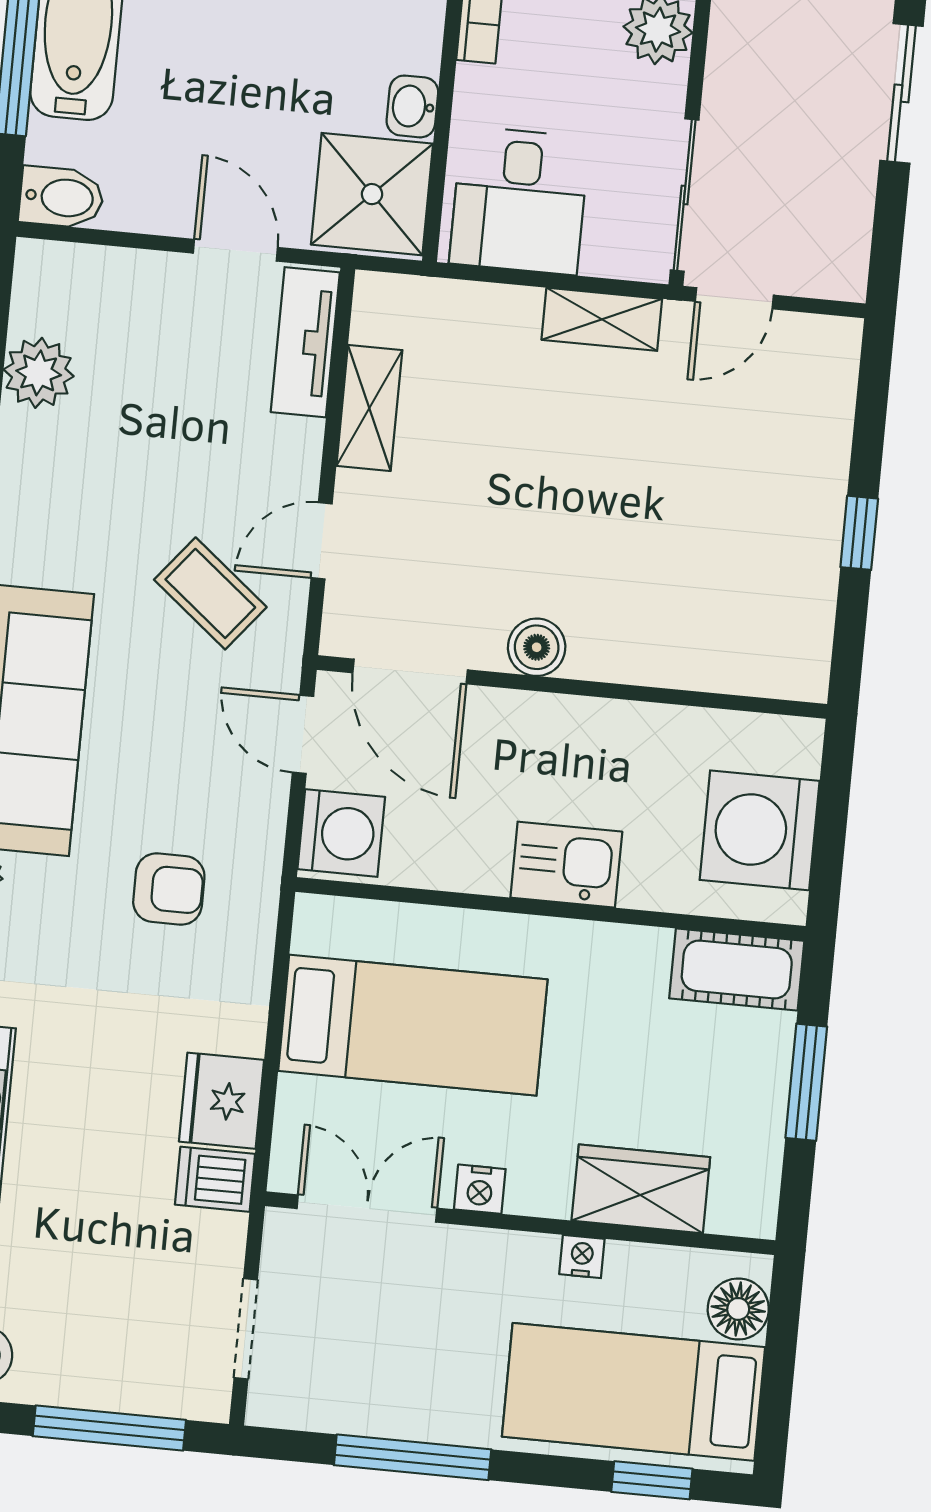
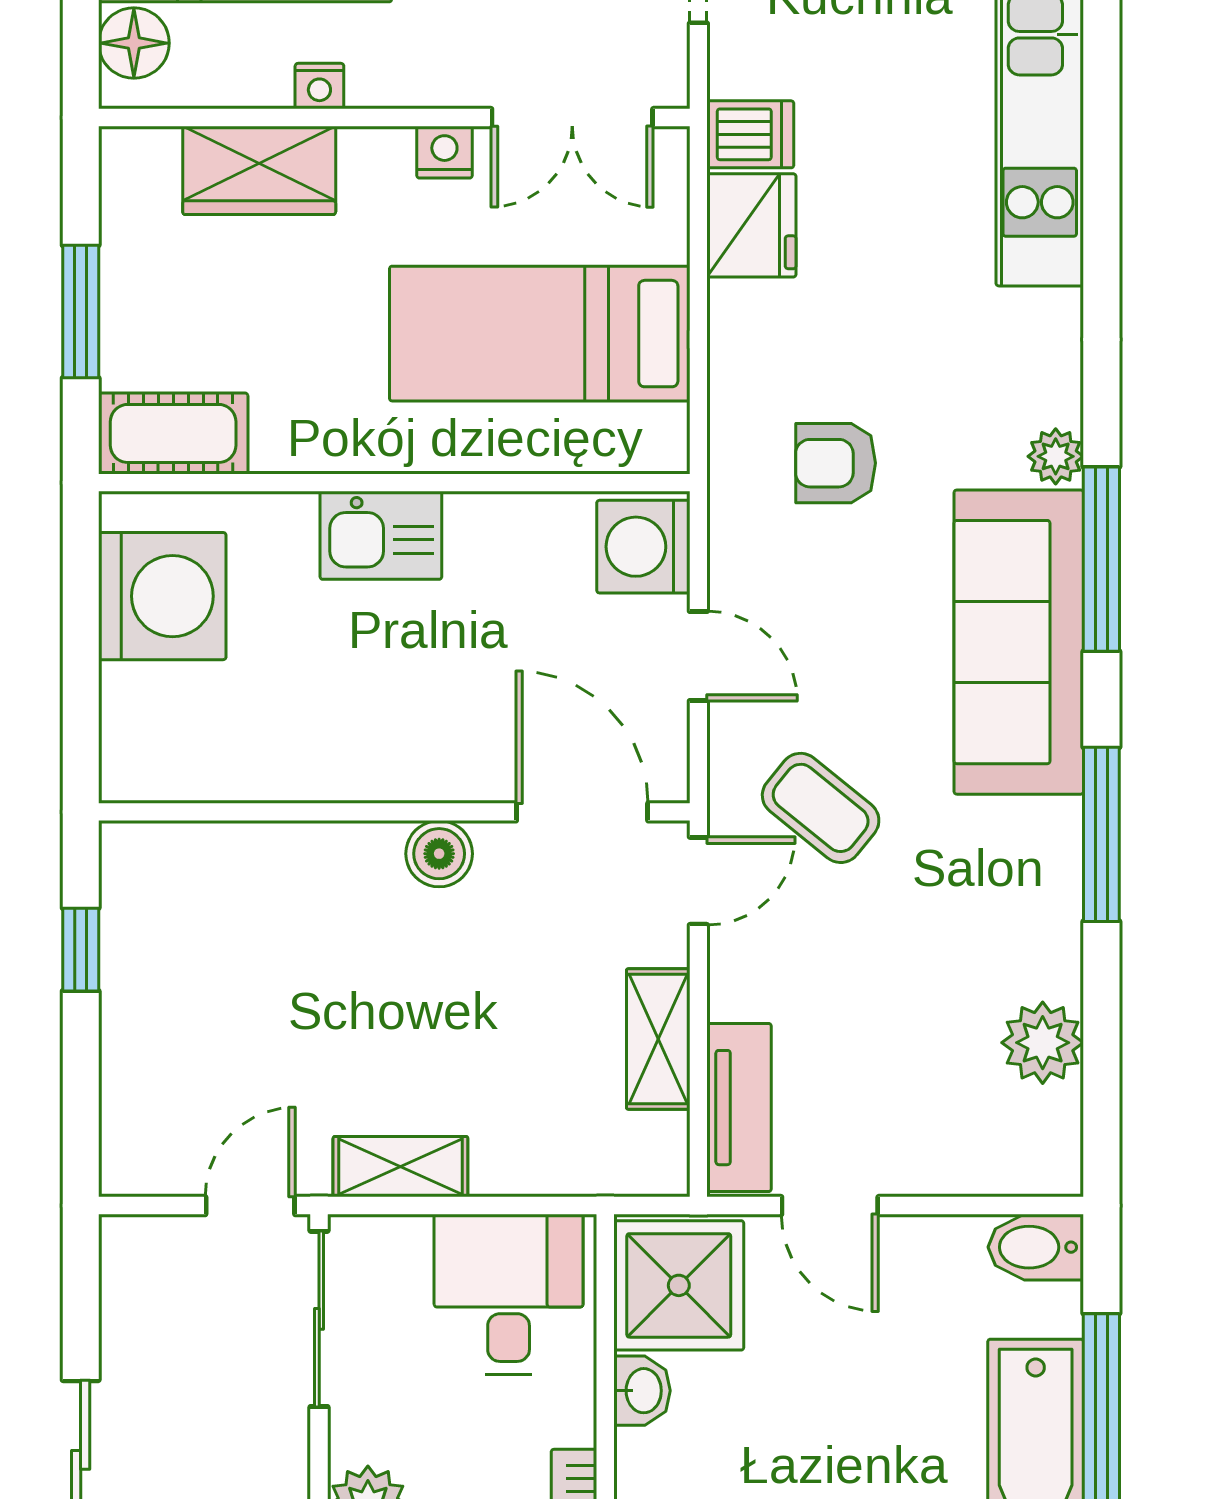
boiler: (537, 647) -> (439, 854), moved
door: (410, 671) -> (582, 812), moved
wall: (572, 687) -> (394, 812), moved

